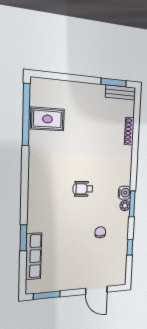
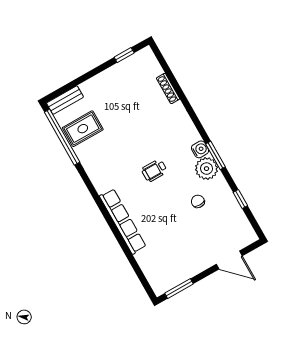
window: (114, 82) -> (124, 55), width x0.67
bench: (121, 93) -> (65, 100), moved
plant: (125, 206) -> (207, 169), width x1.87, depth x1.87
window: (23, 238) -> (124, 246), removed
row of seats: (33, 256) -> (123, 221), moved, width x1.36

